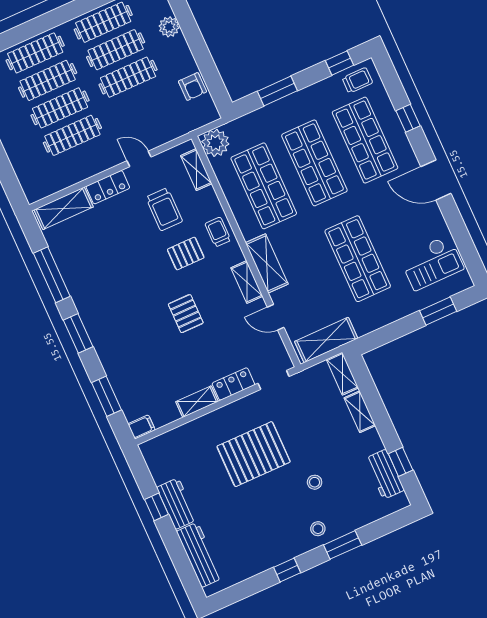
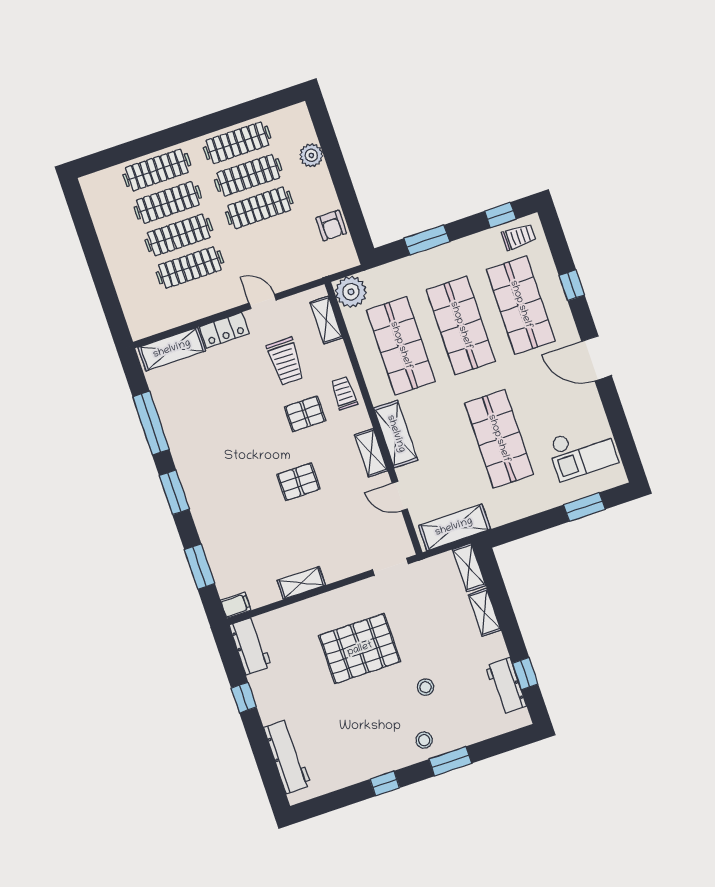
pallet: (186, 314) -> (298, 482), turned 90
locker: (233, 384) -> (345, 567), removed
workbench: (177, 504) -> (250, 646), moved

